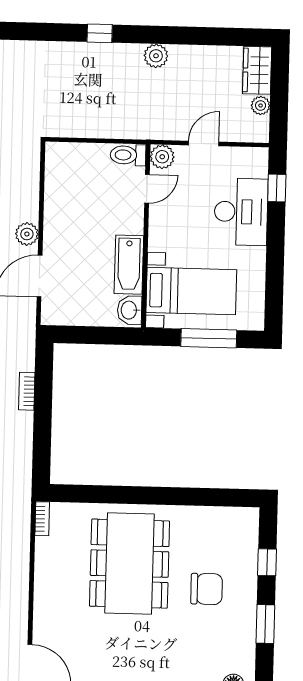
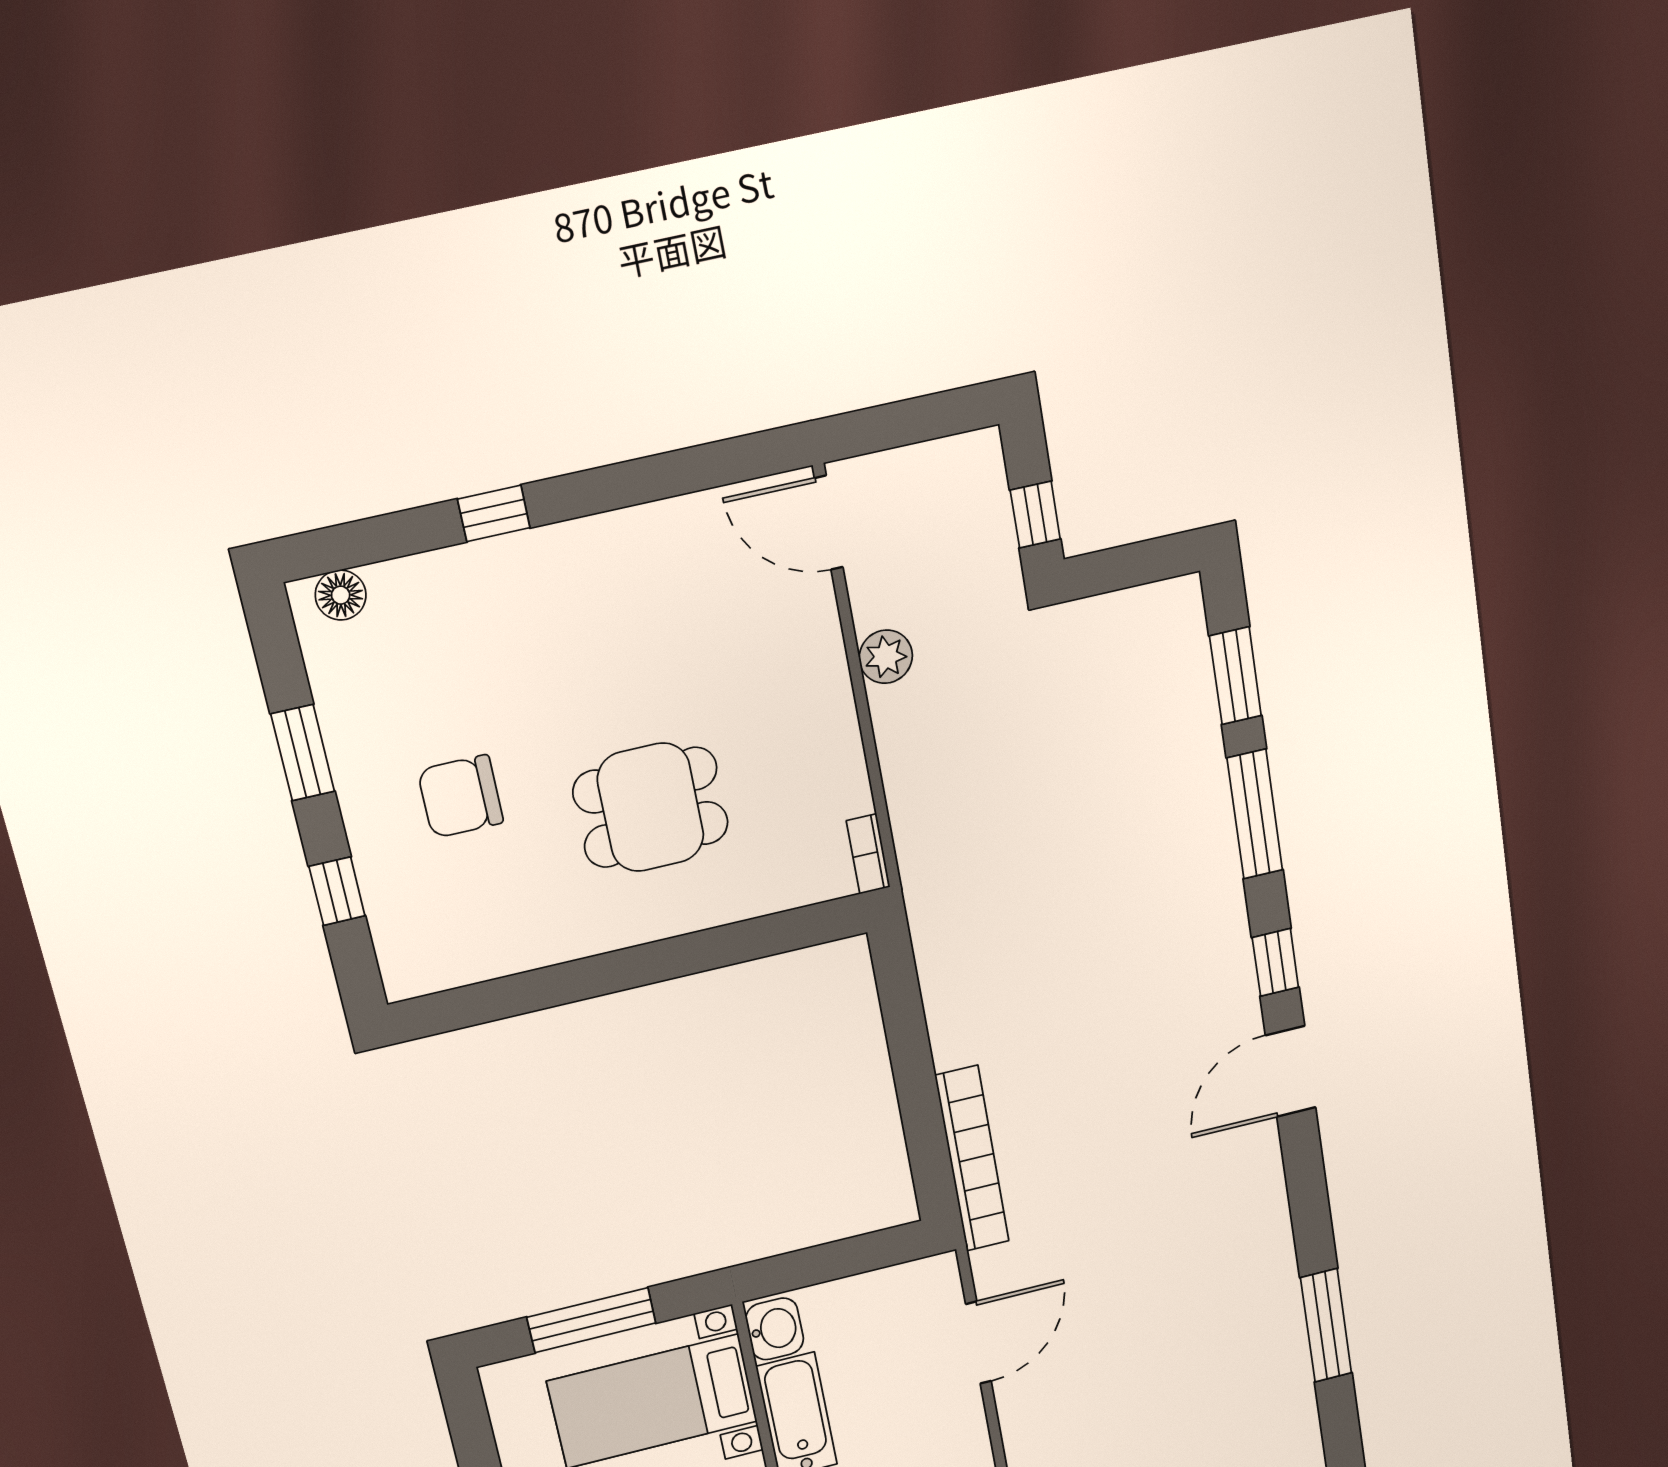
plant: (27, 234) -> (886, 657), moved
bookcase: (27, 391) -> (972, 1159), width x2.31, depth x1.31
dining table: (130, 564) -> (651, 807), width x0.53, depth x0.80

